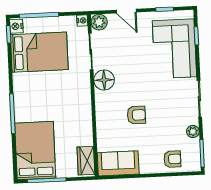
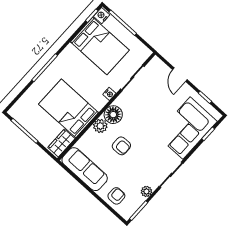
nightstand: (82, 20) -> (109, 94), moved
plant: (99, 22) -> (100, 126), moved
floor lamp: (104, 80) -> (113, 115), moved
bed: (35, 151) -> (69, 108), moved, turned -90
armchair: (172, 159) -> (116, 196), turned -90
sofa: (118, 163) -> (85, 169), width x1.36

